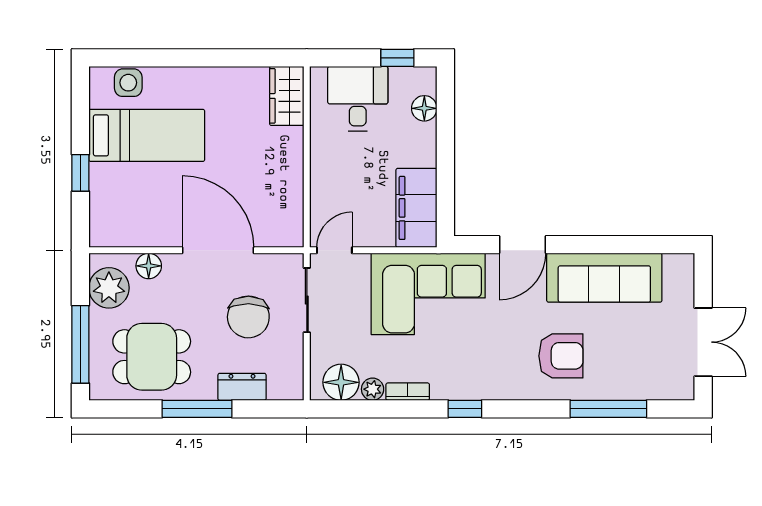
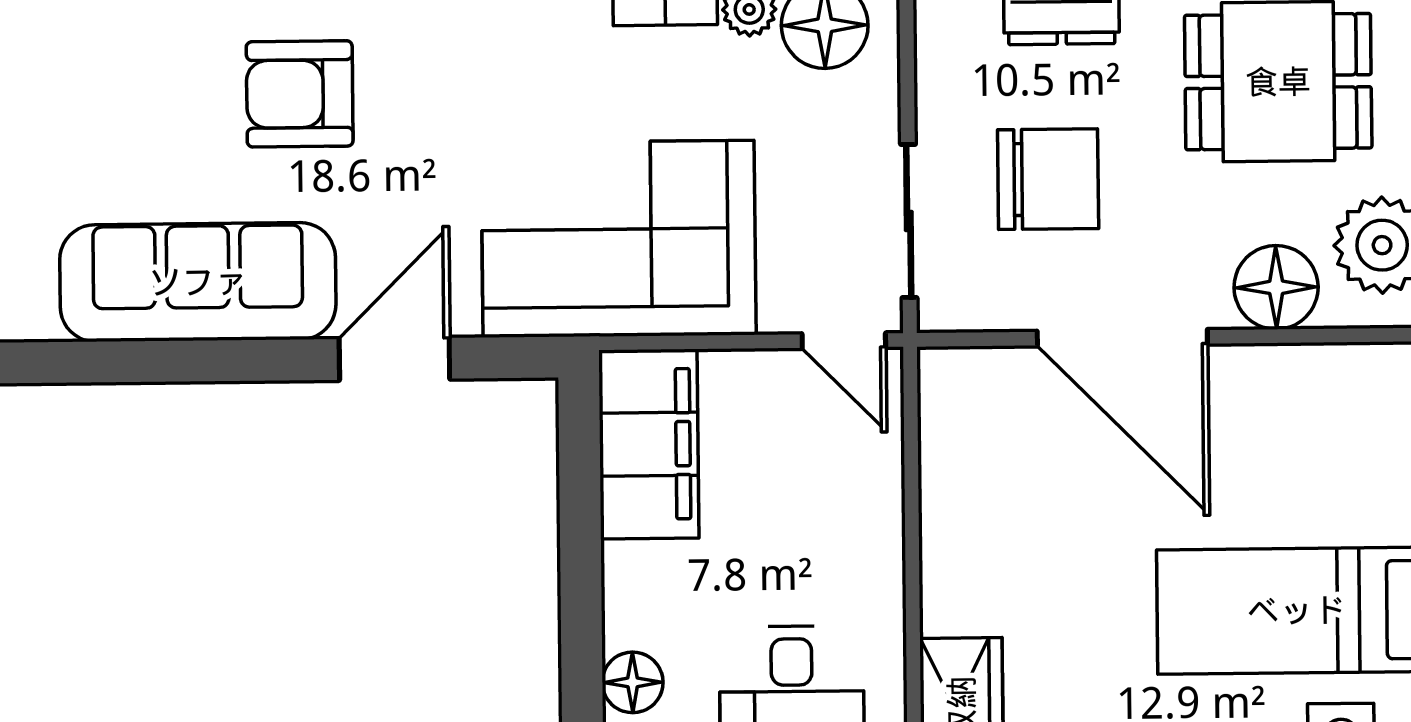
door: (334, 250) -> (844, 341), hinge flipped
floor lamp: (149, 266) -> (1276, 287), width x1.38, depth x1.38
chair: (248, 317) -> (1048, 179), turned 89

